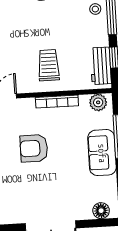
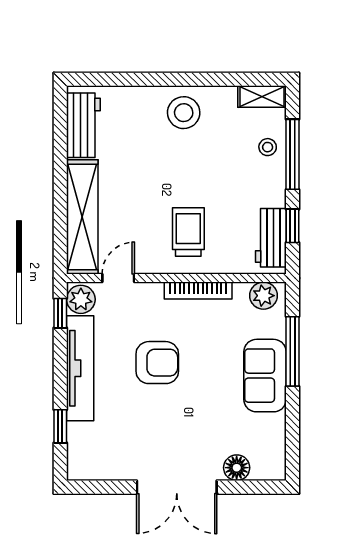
armchair: (34, 148) -> (157, 363), turned 180
floor lamp: (101, 211) -> (237, 468), moved

